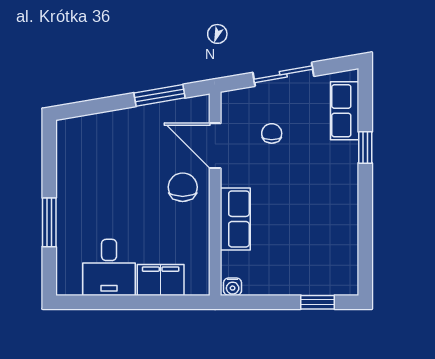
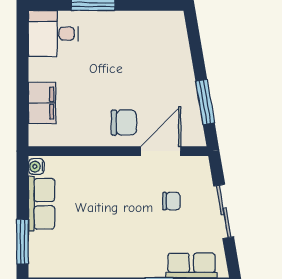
row of seats: (235, 219) -> (42, 204), moved, turned -90
desk: (109, 267) -> (53, 34), moved
window: (318, 302) -> (22, 242), width x1.50

